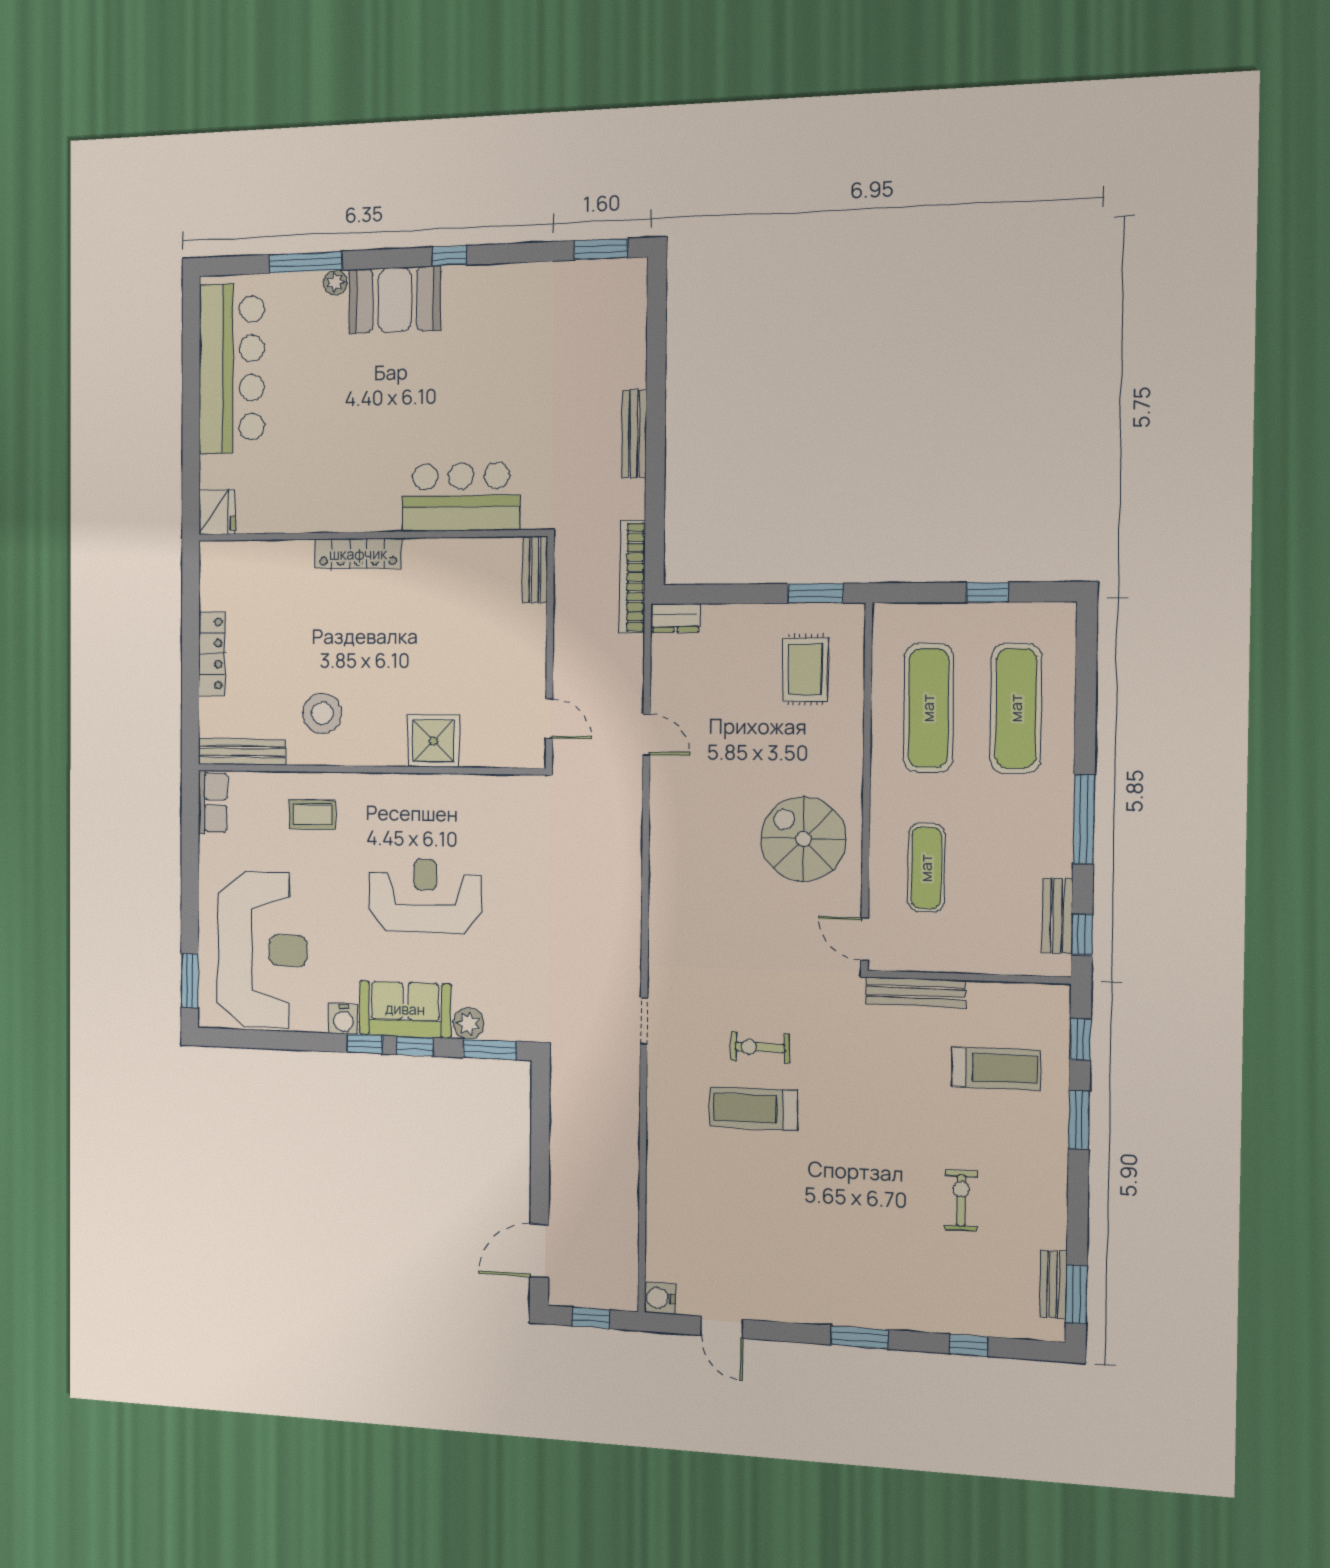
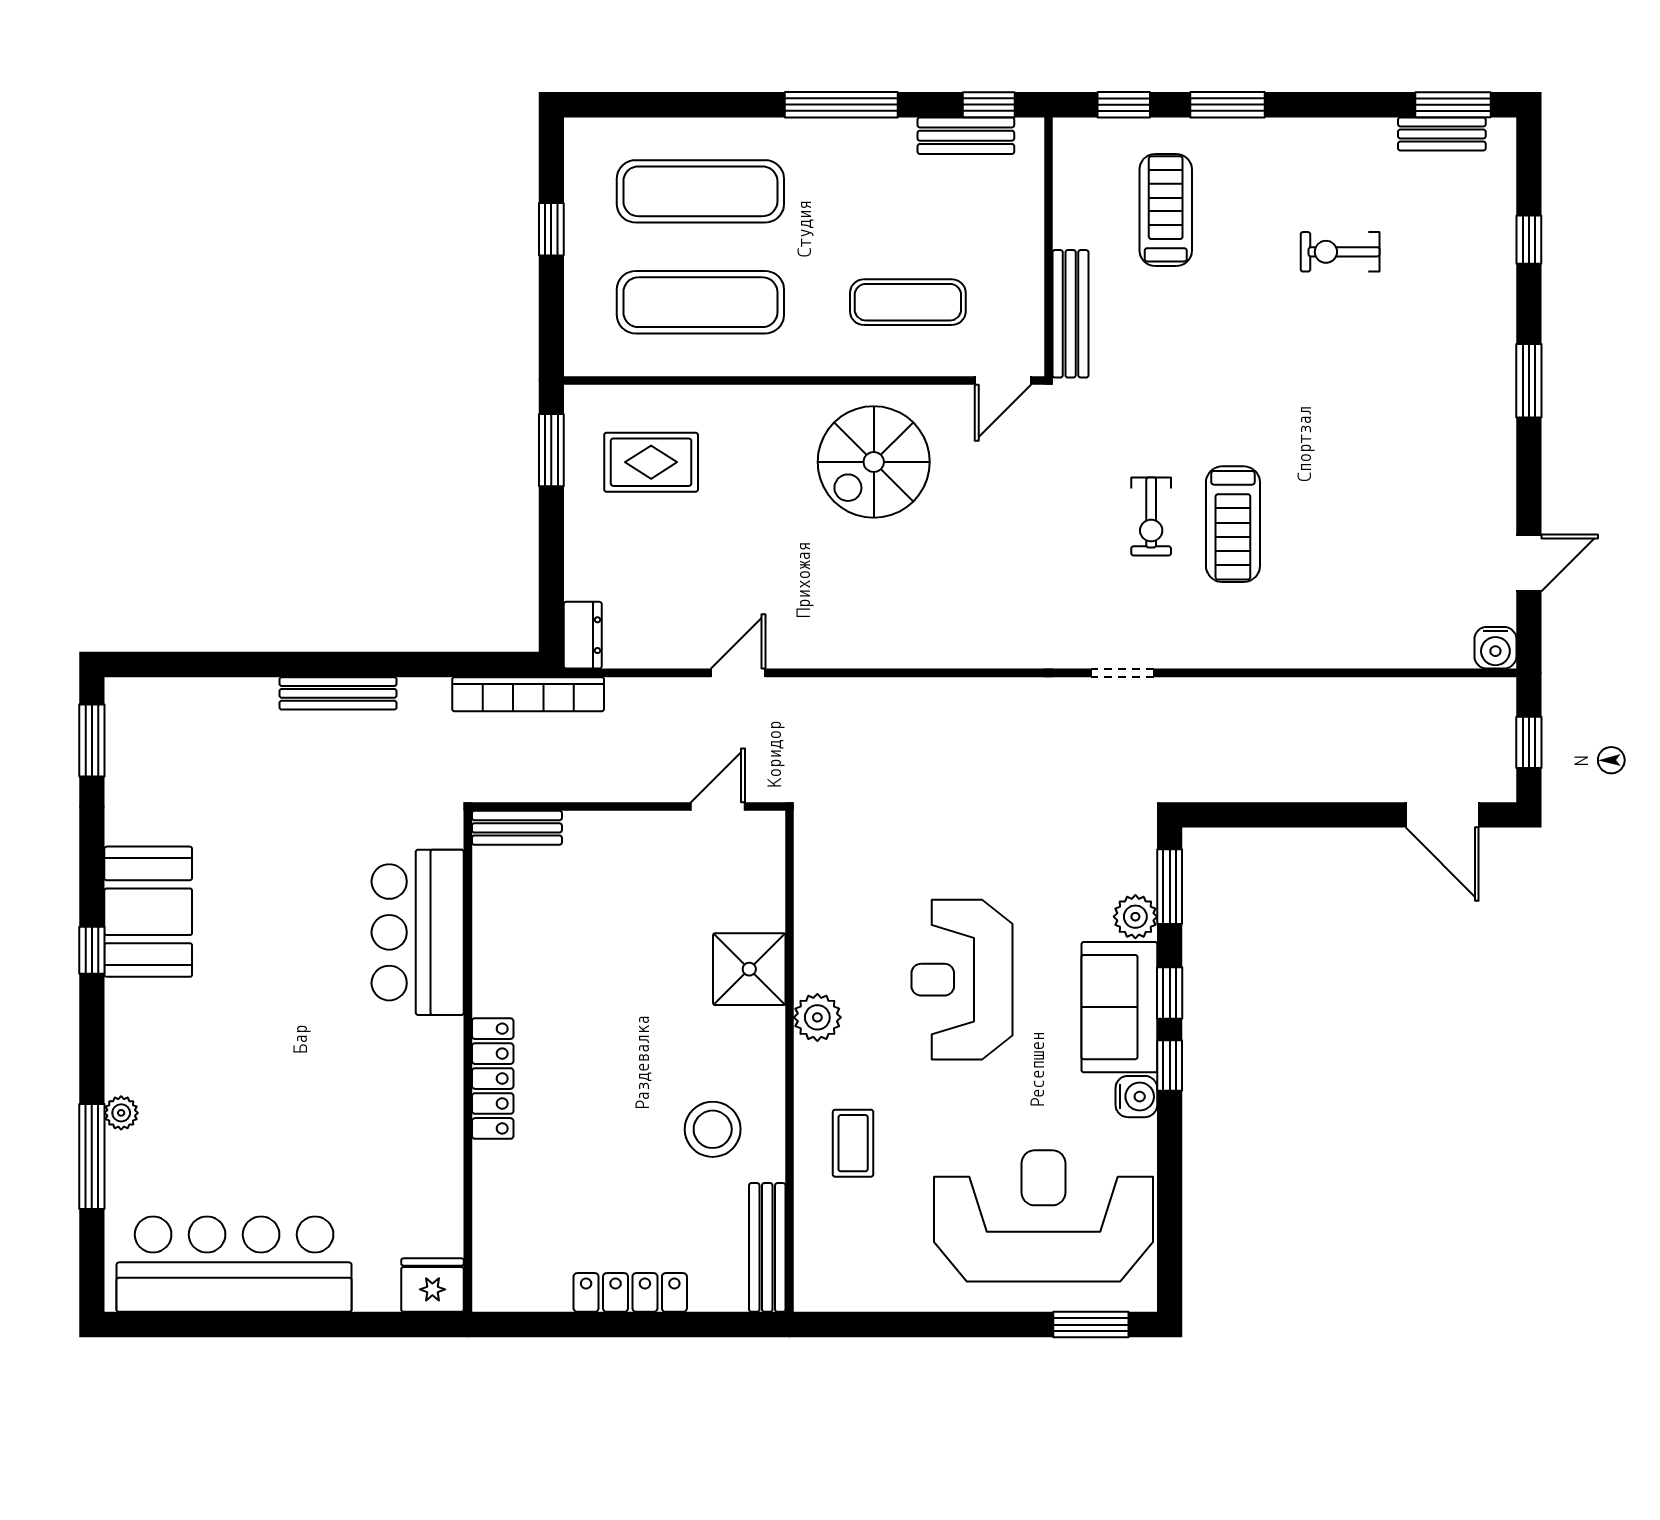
booth: (395, 300) -> (148, 912), moved
plant: (399, 790) -> (817, 1017), added
row of seats: (213, 802) -> (838, 1291), removed

